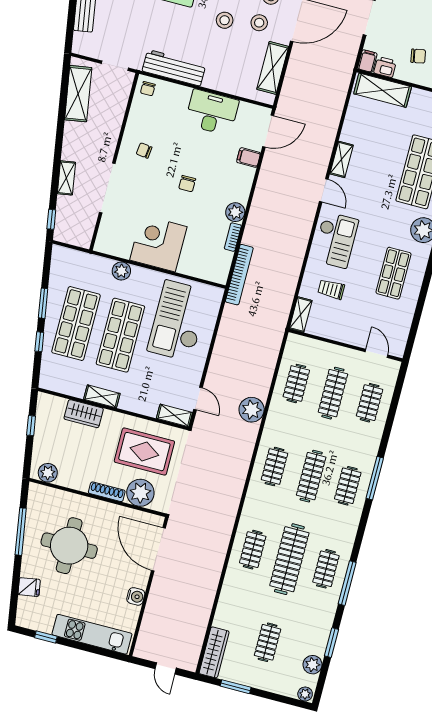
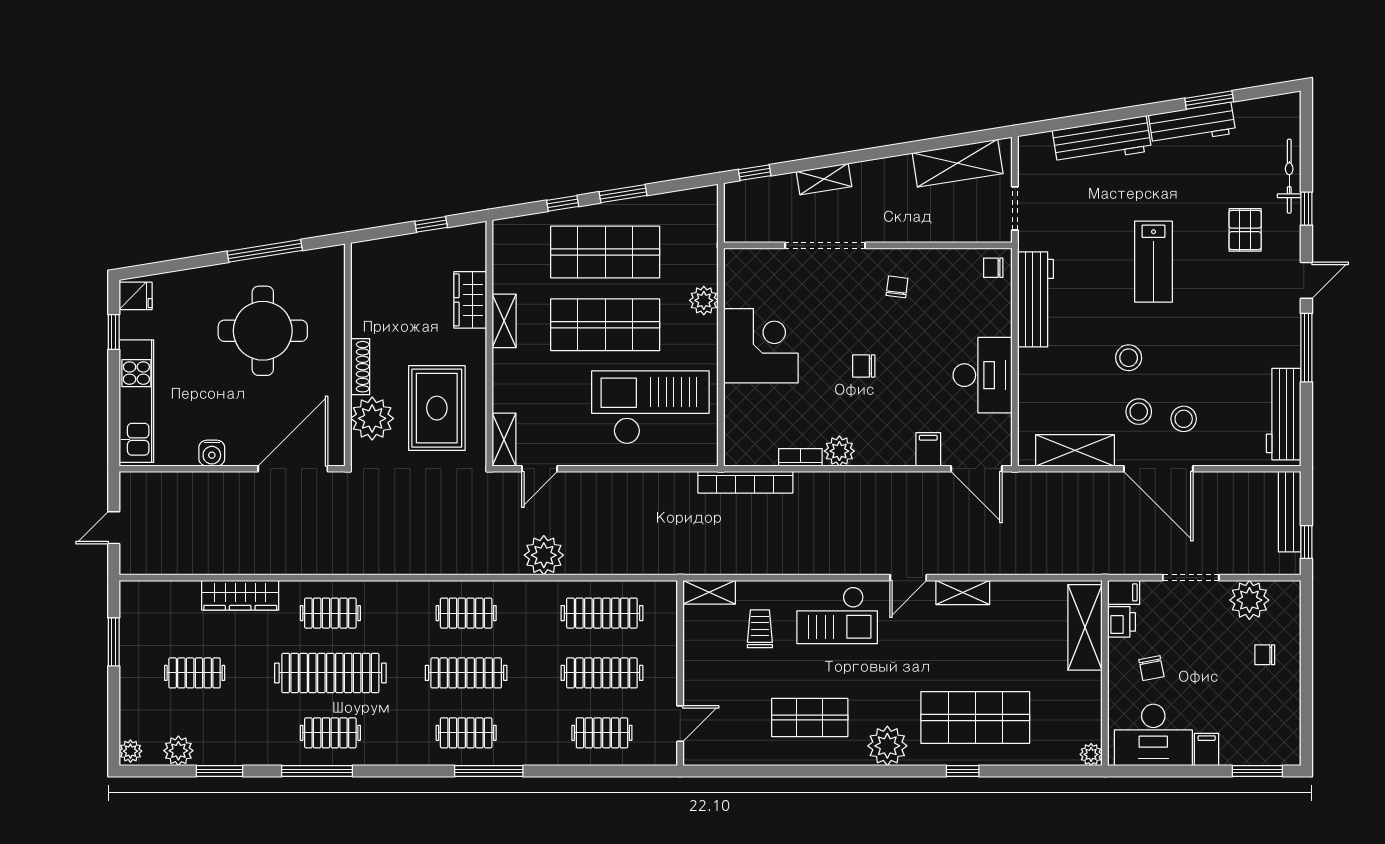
clothes rail: (296, 383) -> (602, 613), width x1.36
plant: (48, 473) -> (366, 269), removed
fridge: (29, 587) -> (136, 296), moved, turned -81
wardrobe: (214, 652) -> (240, 595), moved

